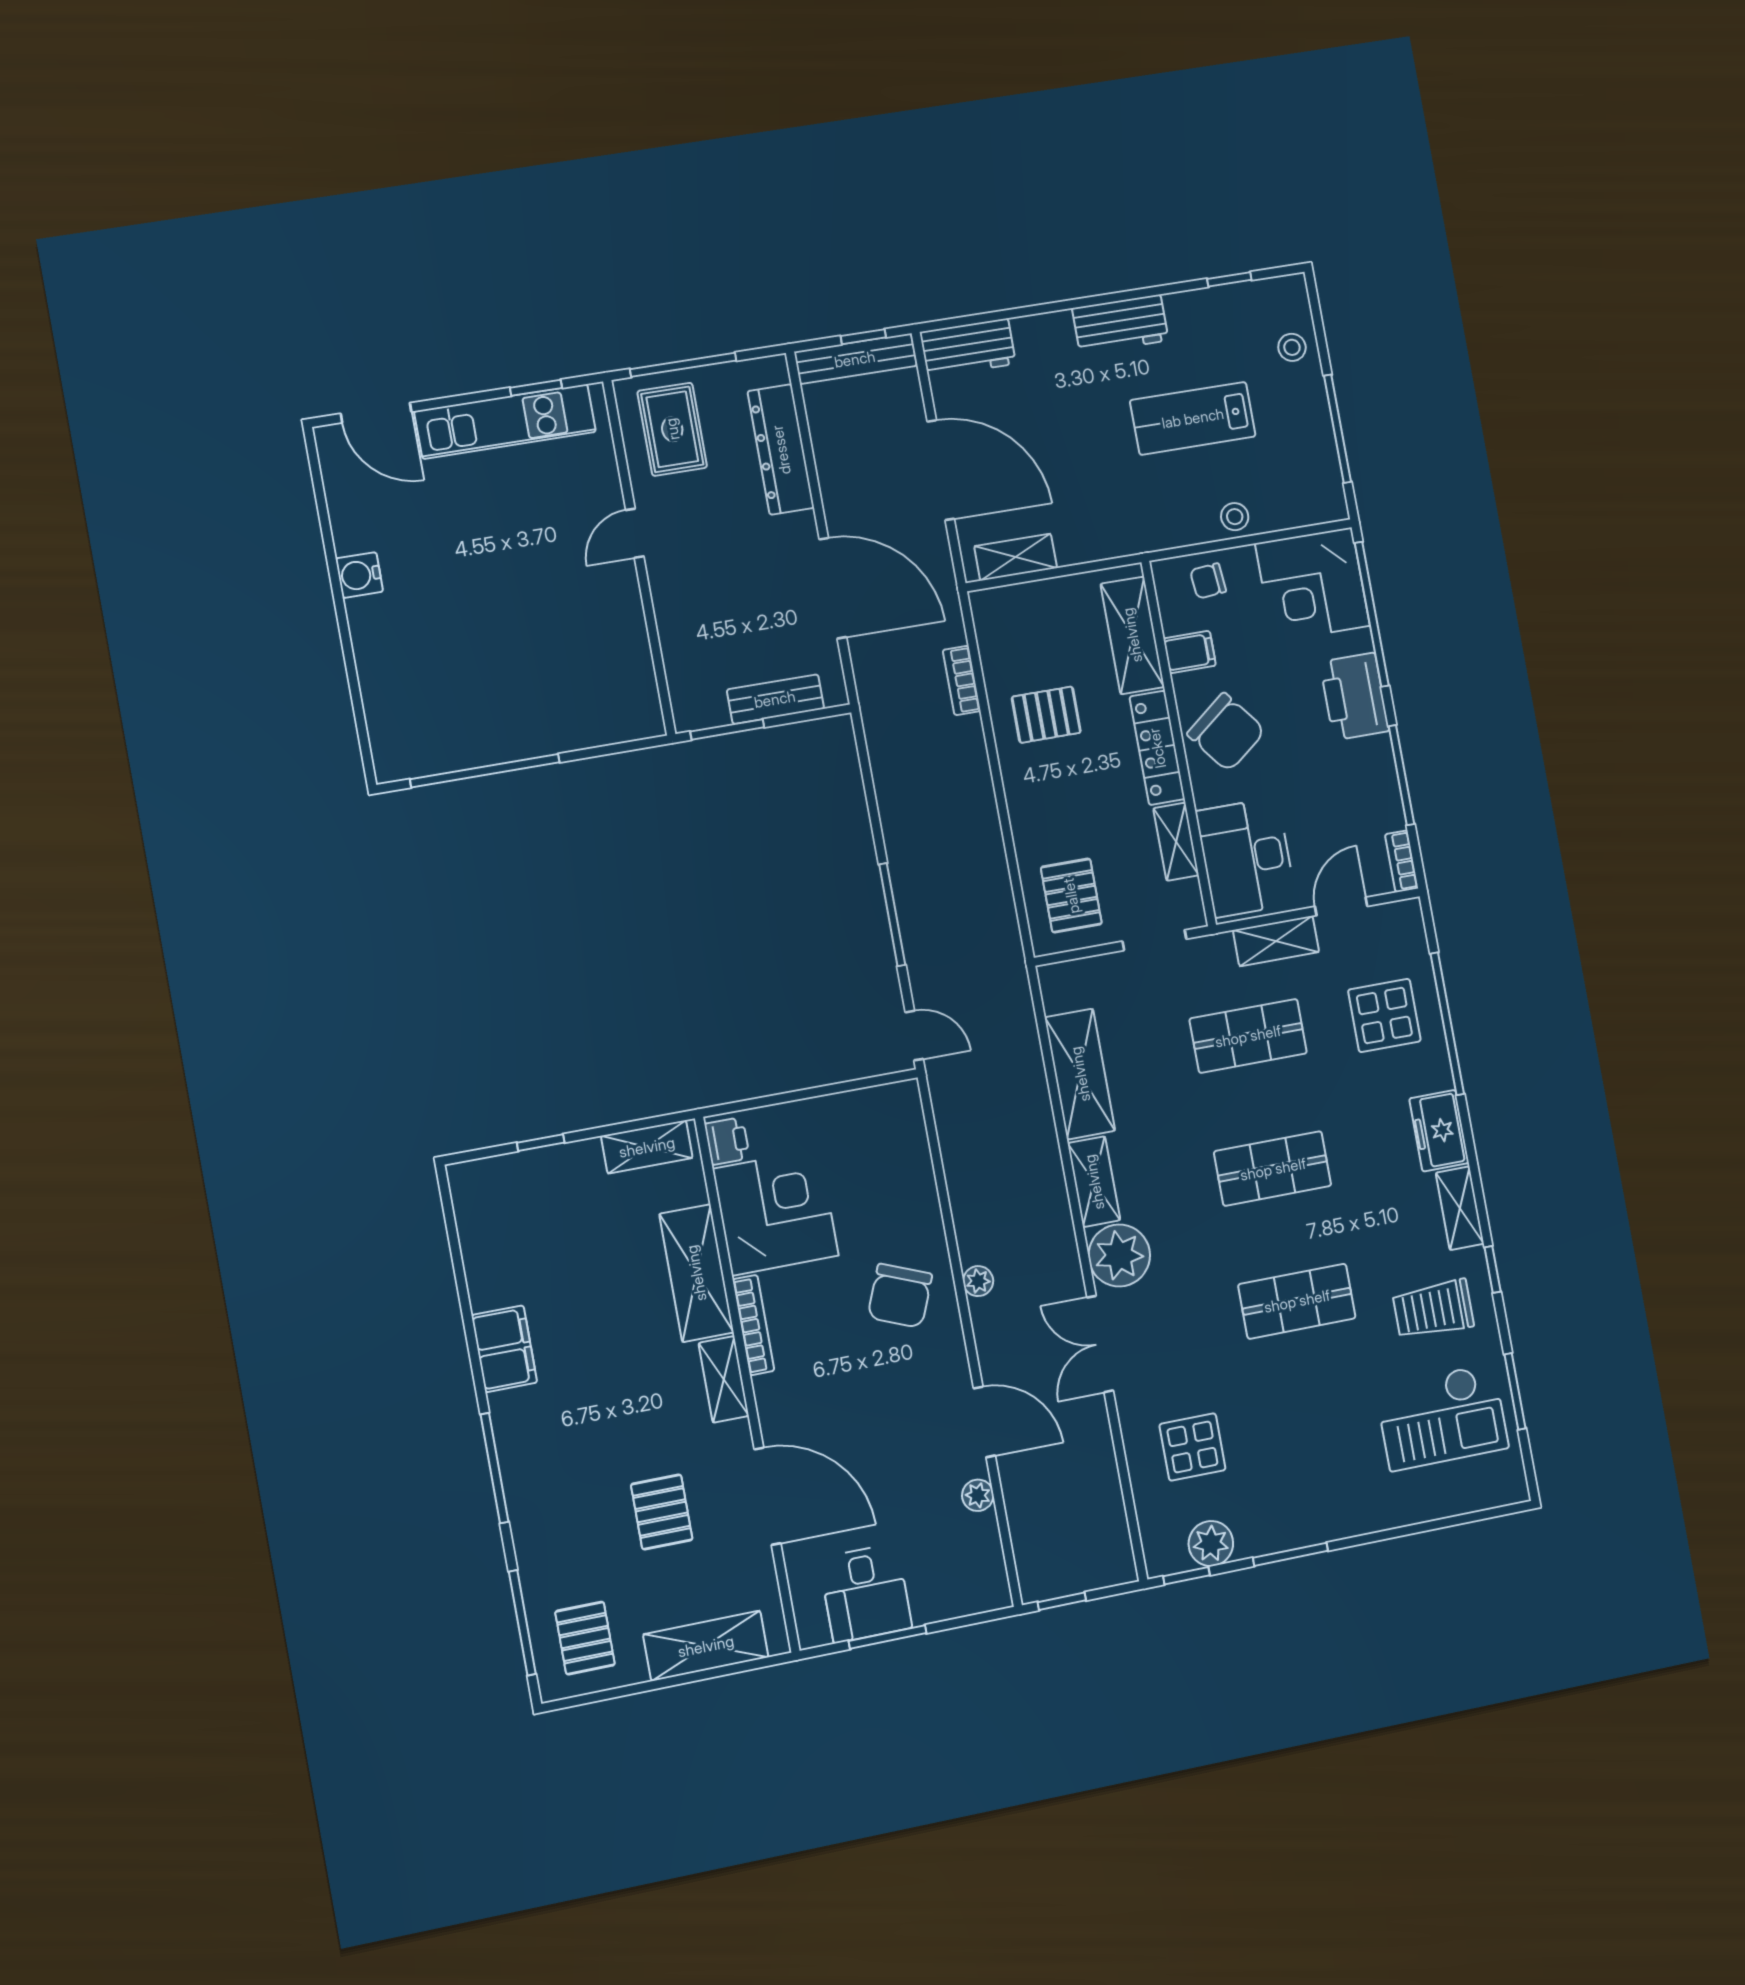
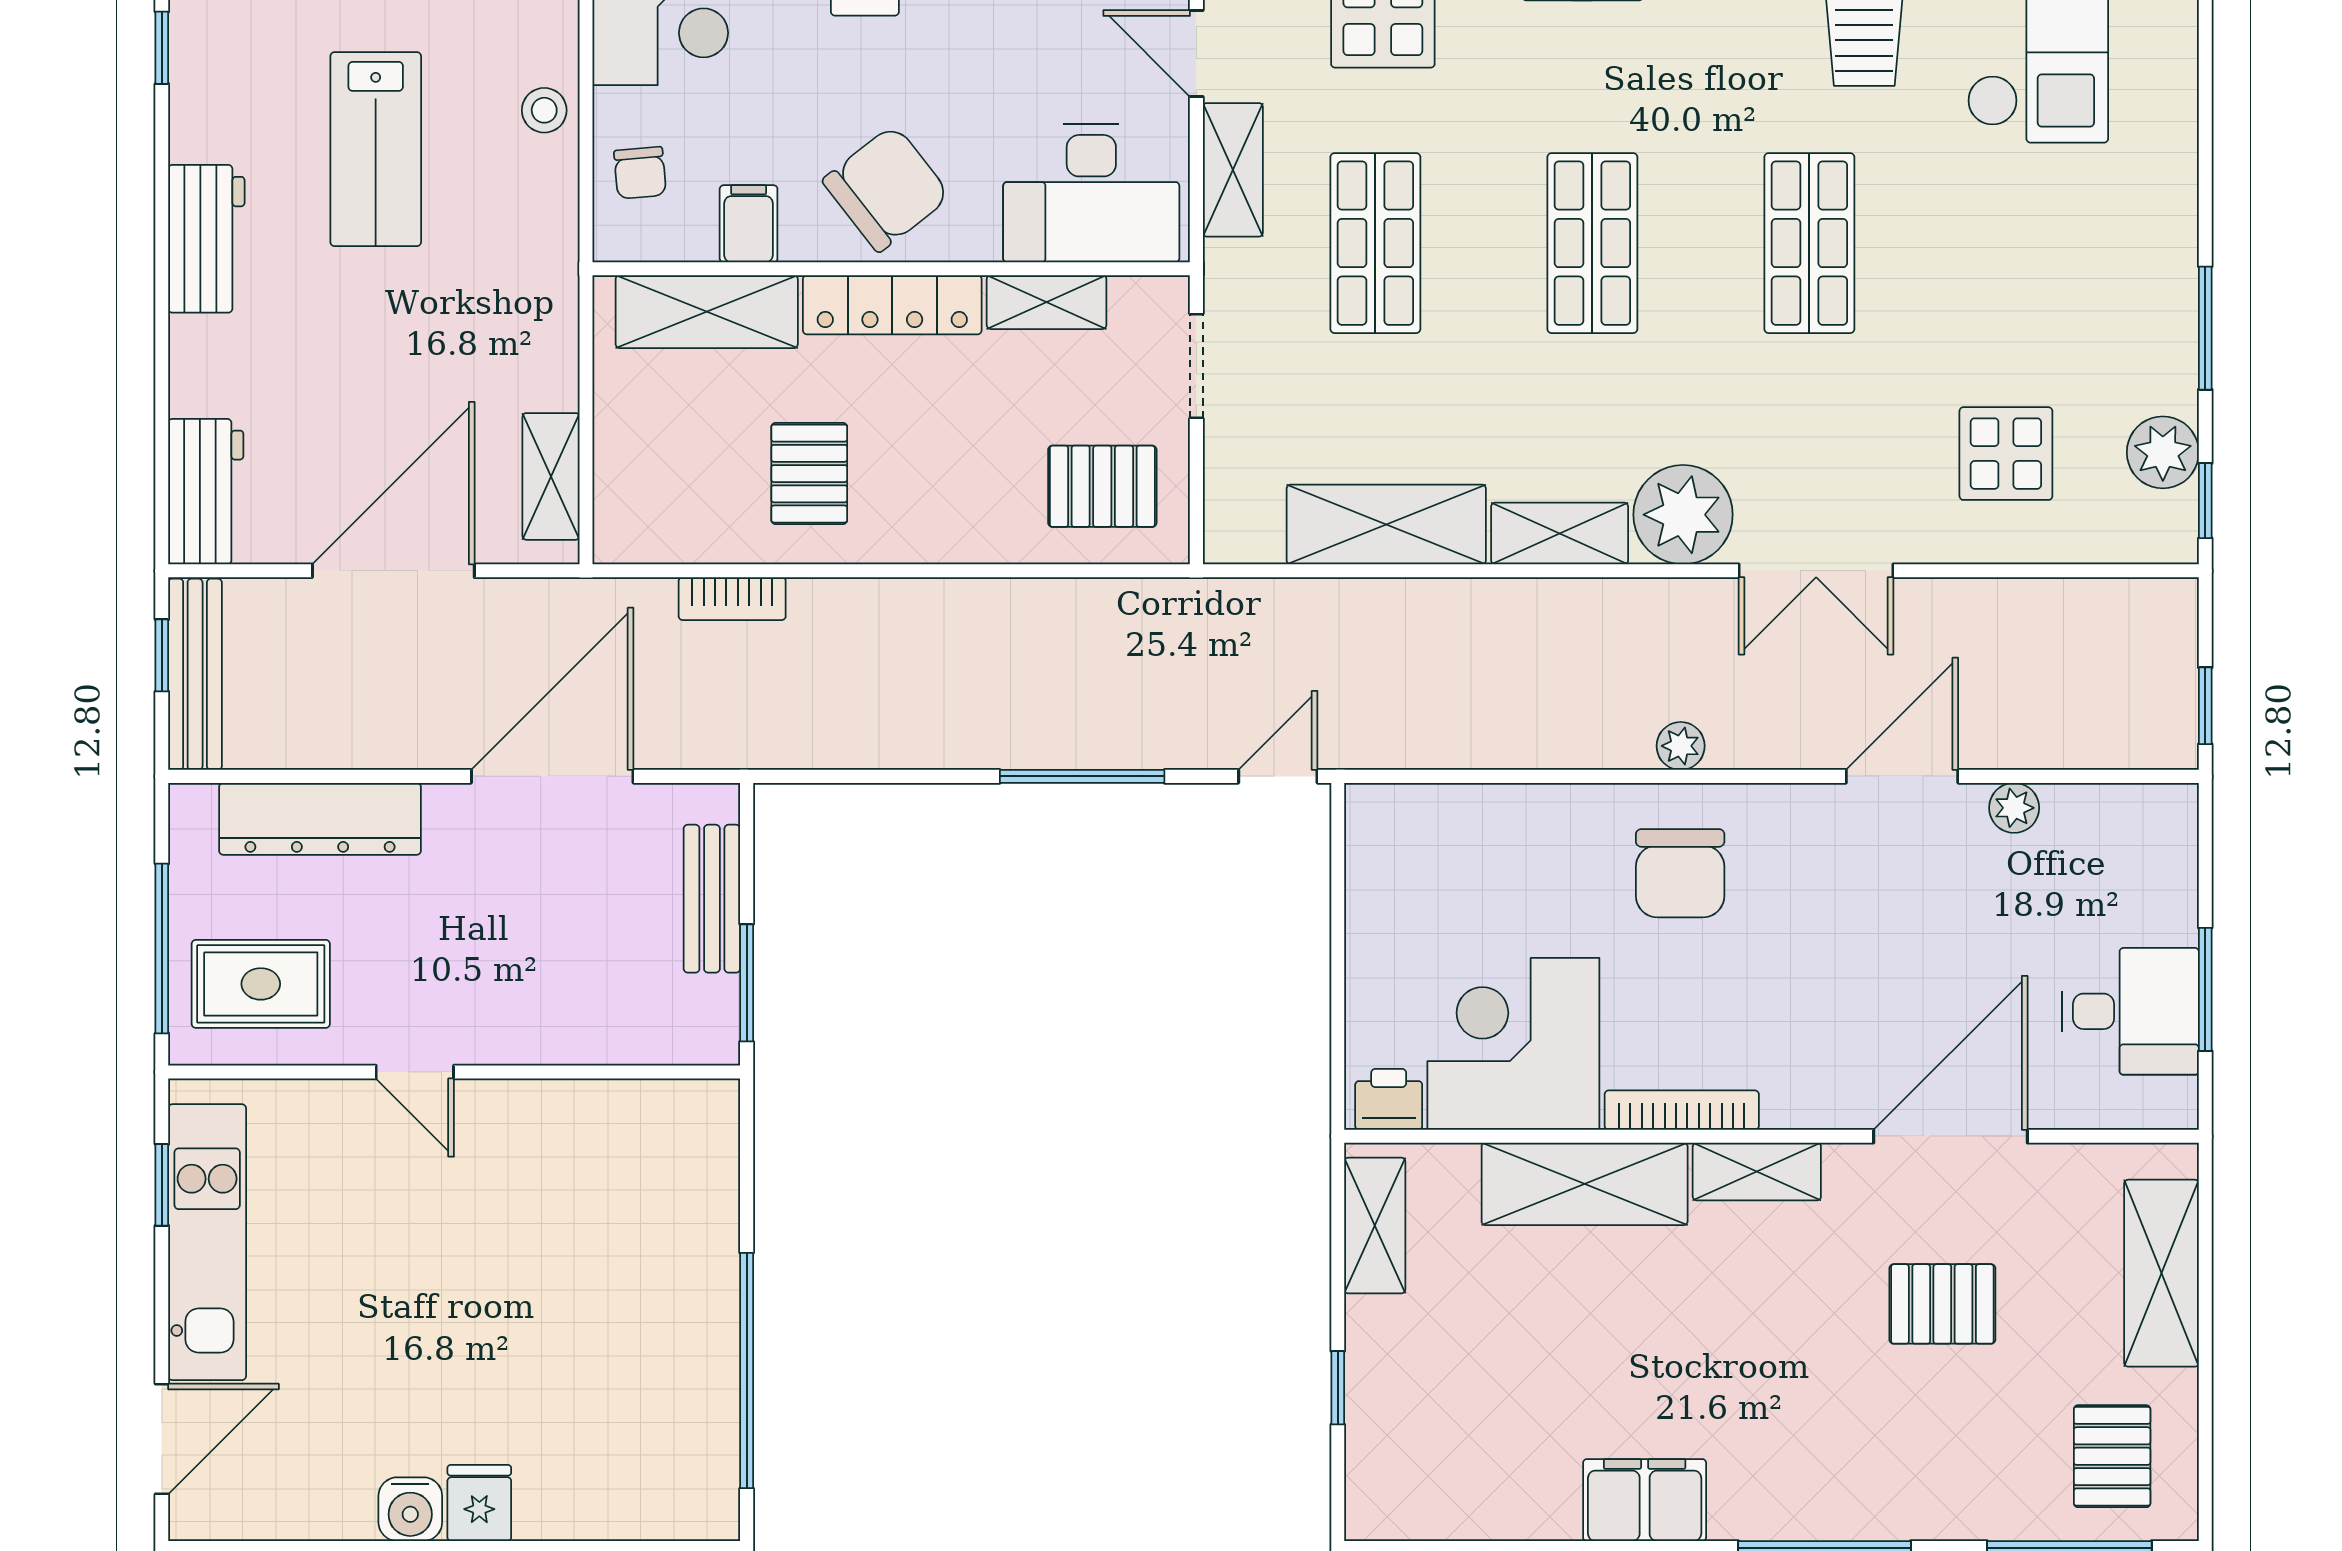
fridge: (371, 618) -> (479, 1503), added
chair: (900, 1296) -> (1680, 873), turned 68
pallet: (585, 1638) -> (2112, 1456), turned 90

